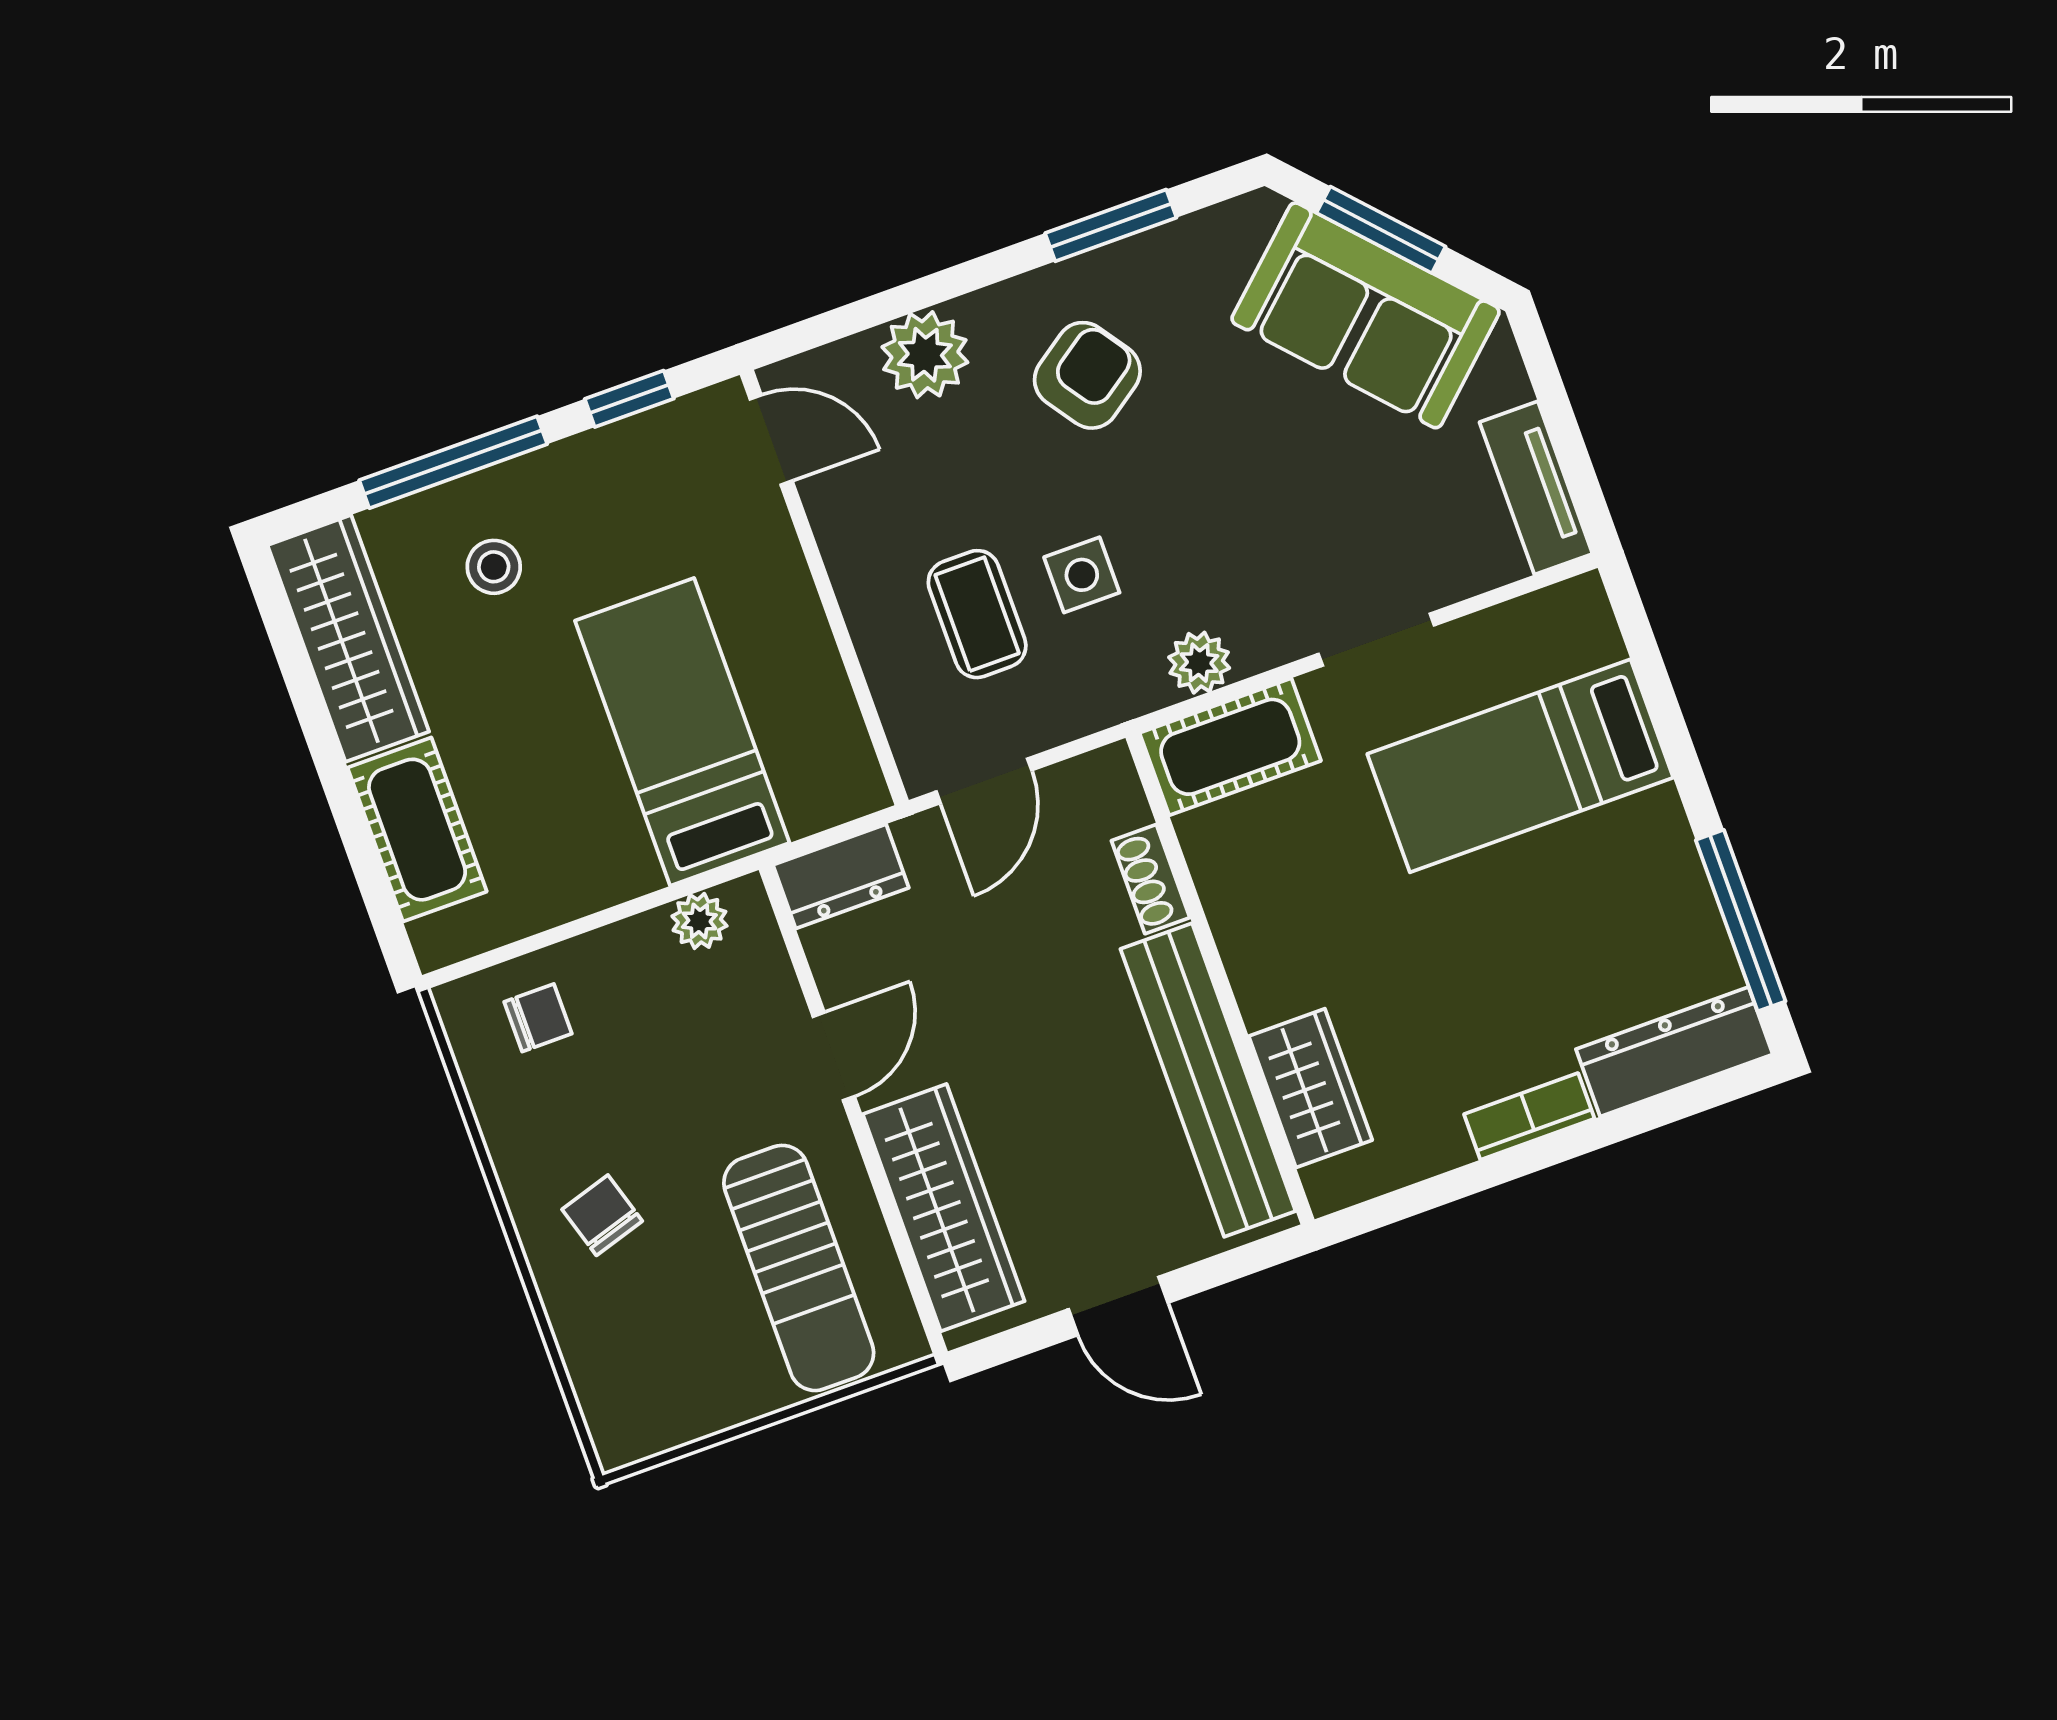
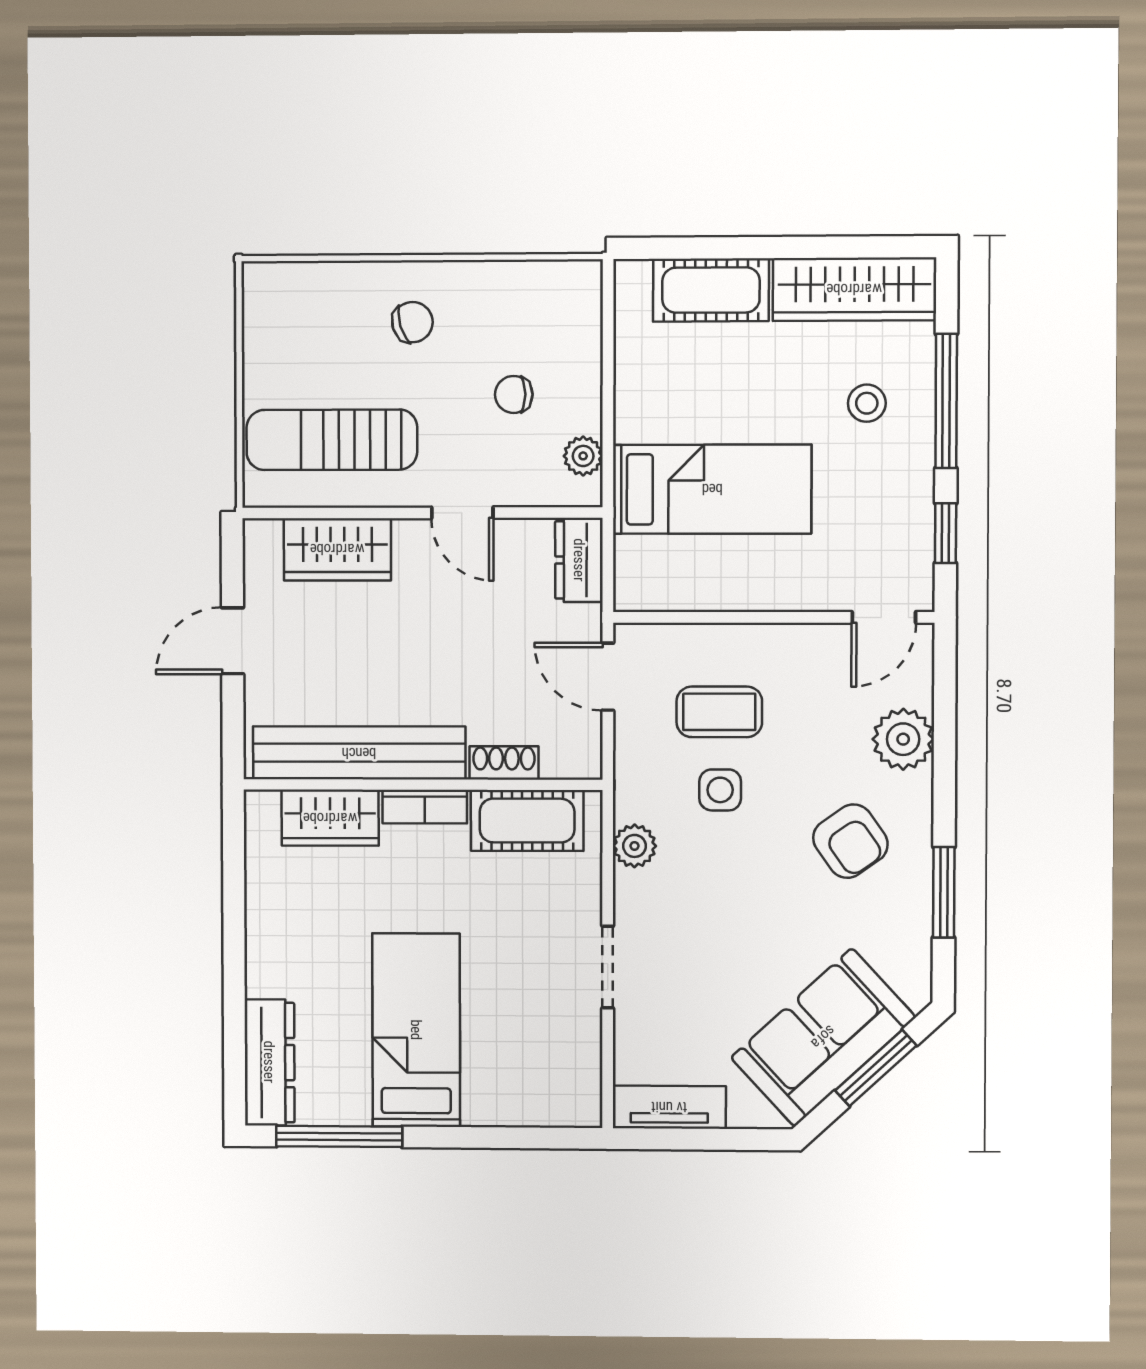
cot: (1230, 747) -> (527, 821), moved, turned 90
bed: (1520, 766) -> (416, 1030), moved
chair: (538, 1018) -> (514, 394), moved, turned 90
bookcase: (1529, 1116) -> (425, 807), moved, turned 90
wardrobe: (944, 1208) -> (337, 549), width x0.67

